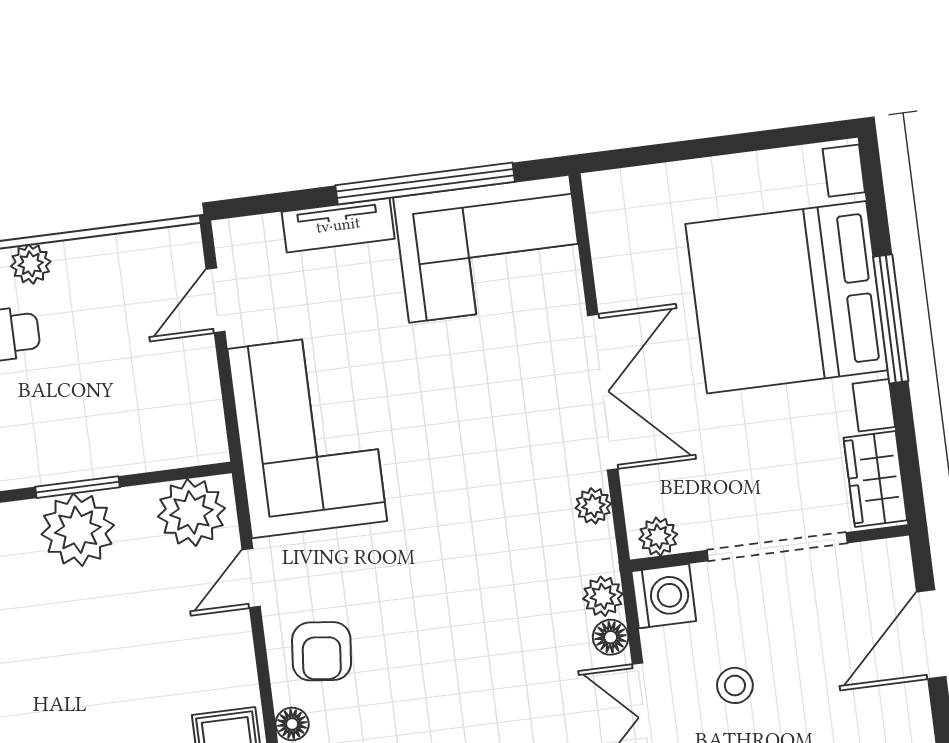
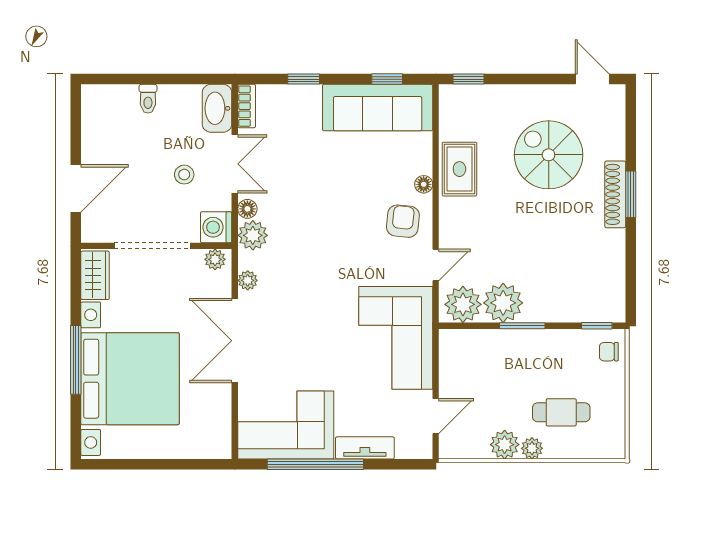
plant: (82, 264) -> (505, 445), added
plant: (78, 530) -> (503, 303), moved
plant: (603, 596) -> (253, 235), width x1.38, depth x1.38

